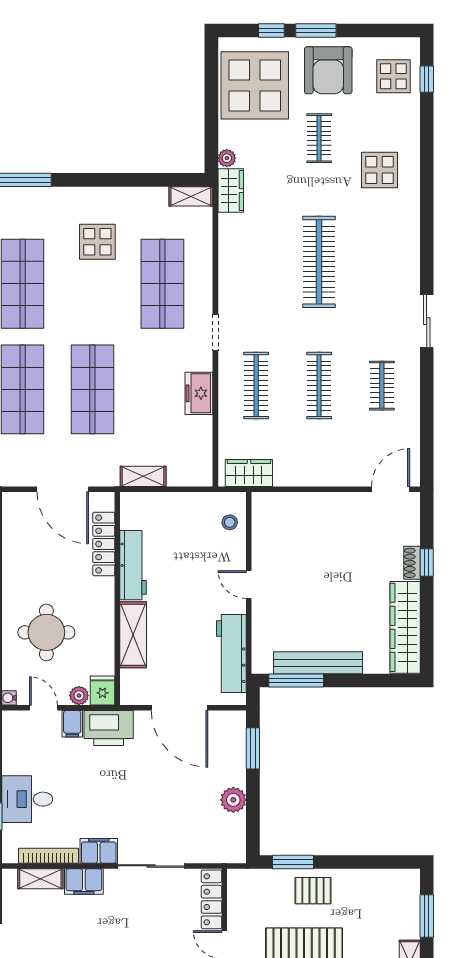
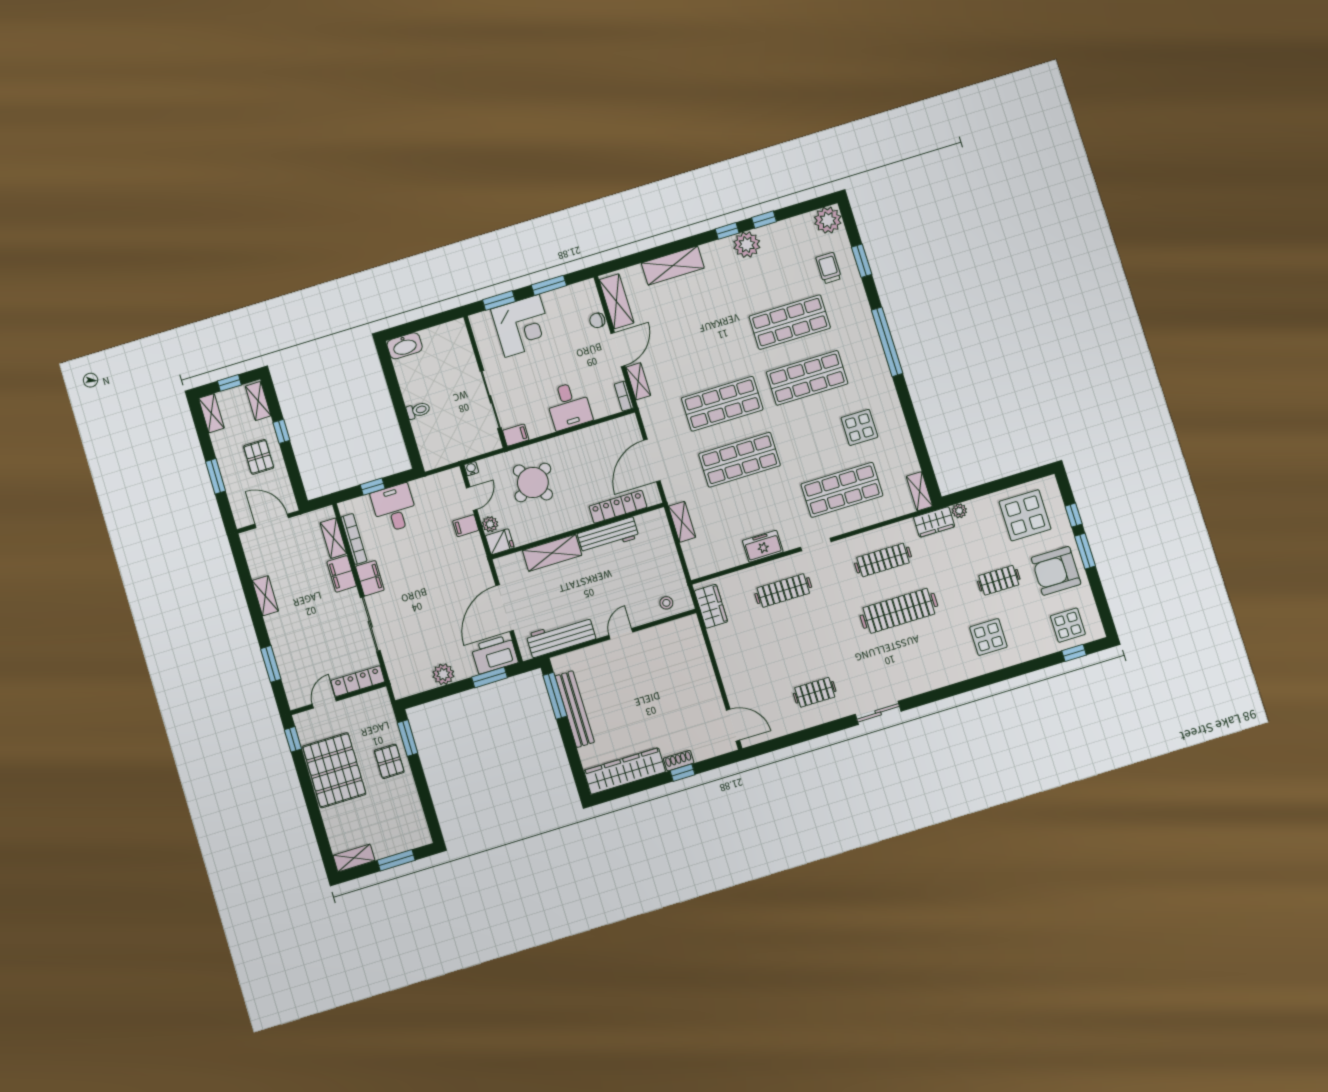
display table: (255, 85) -> (1025, 515), width x0.73, depth x0.73
clothes rail: (319, 386) -> (883, 560), moved
round table: (46, 632) -> (533, 482), turned -32
printer: (109, 728) -> (495, 654), moved, turned 90

